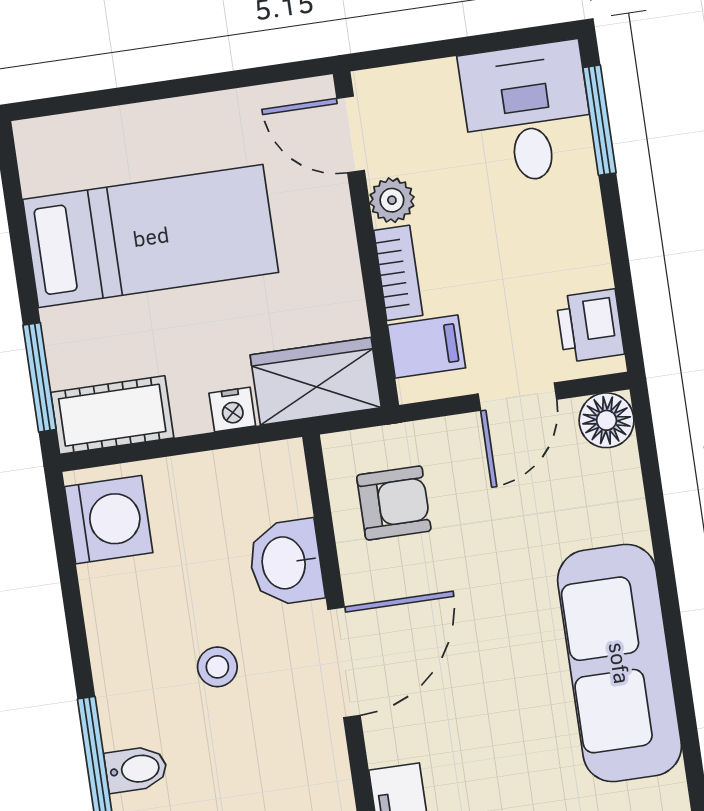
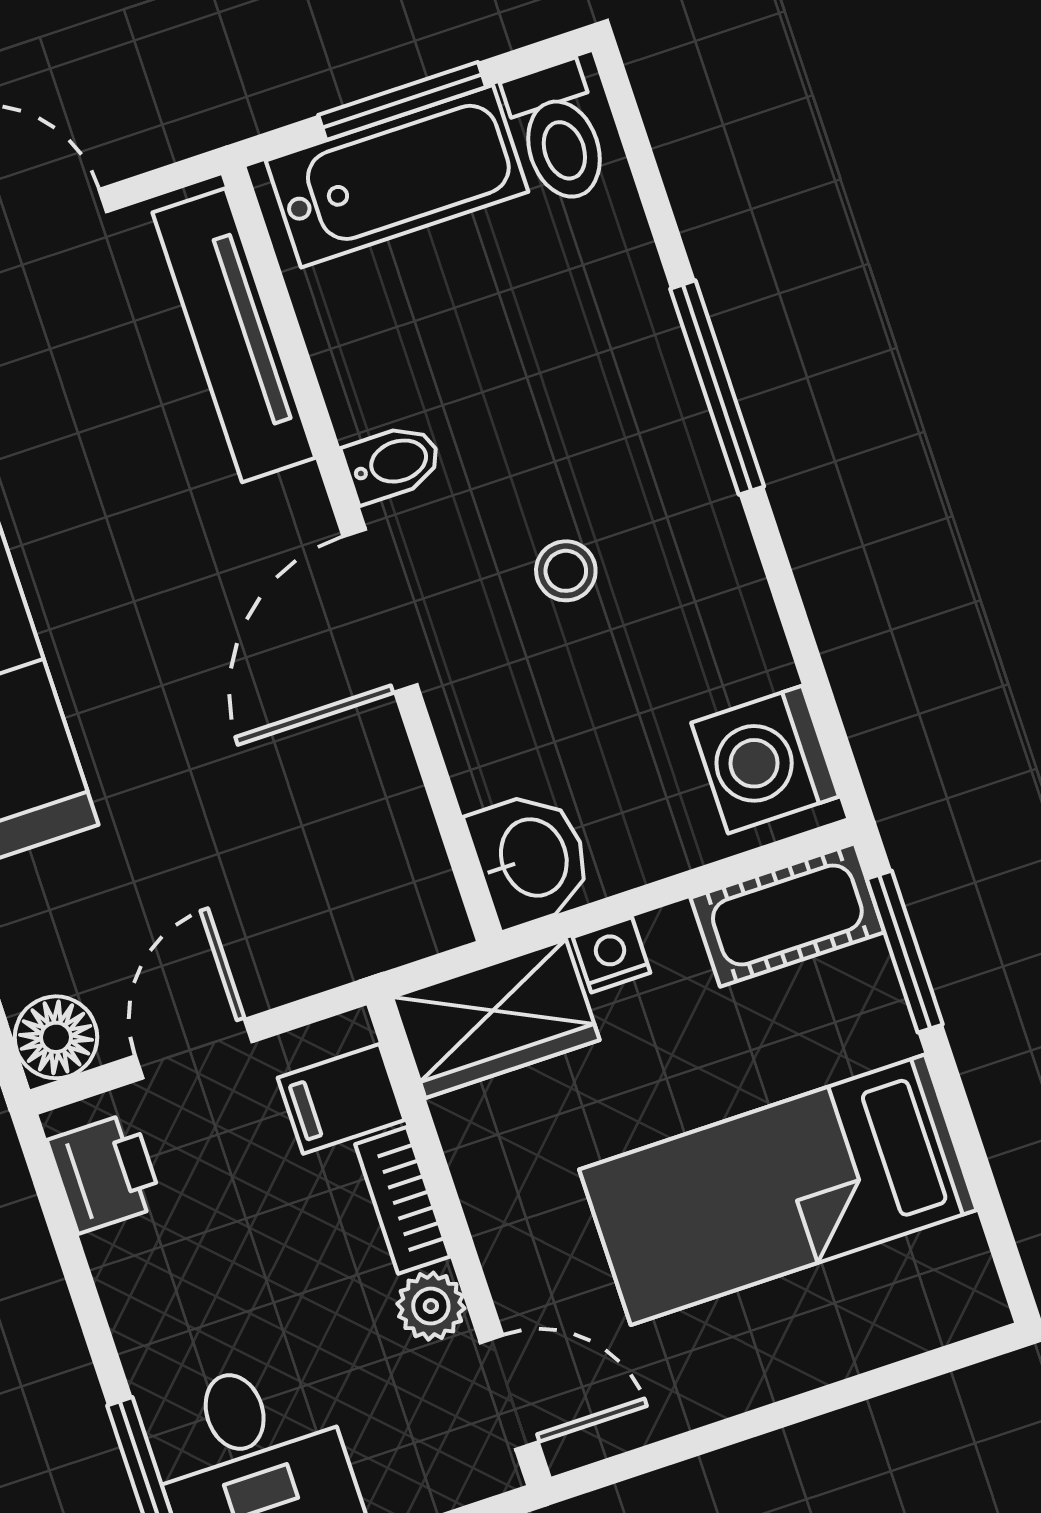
armchair: (394, 503) -> (348, 859), removed
washbasin: (286, 563) -> (531, 858), moved
bidet: (136, 769) -> (393, 463), moved, turned 180

